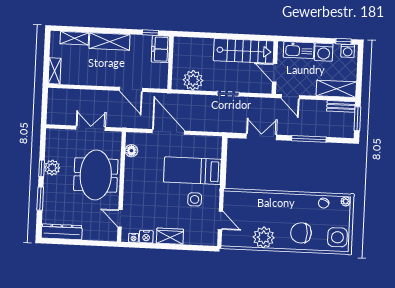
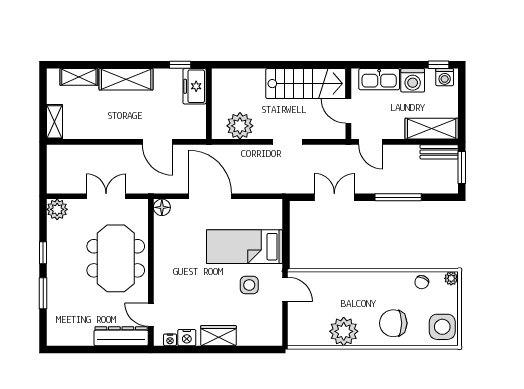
floor lamp: (131, 151) -> (162, 207), moved
plant: (52, 168) -> (57, 209), moved
door: (220, 220) -> (285, 289), moved
dresser: (62, 232) -> (121, 336), moved

